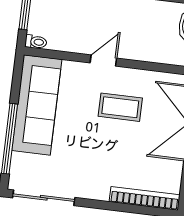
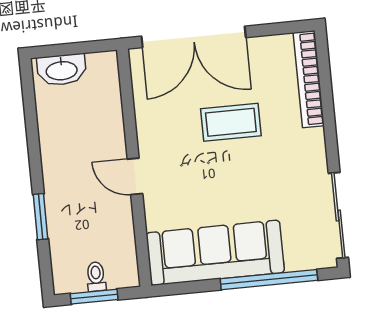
toilet: (36, 42) -> (96, 277), moved
coffee table: (120, 107) -> (231, 122), moved, turned 90

